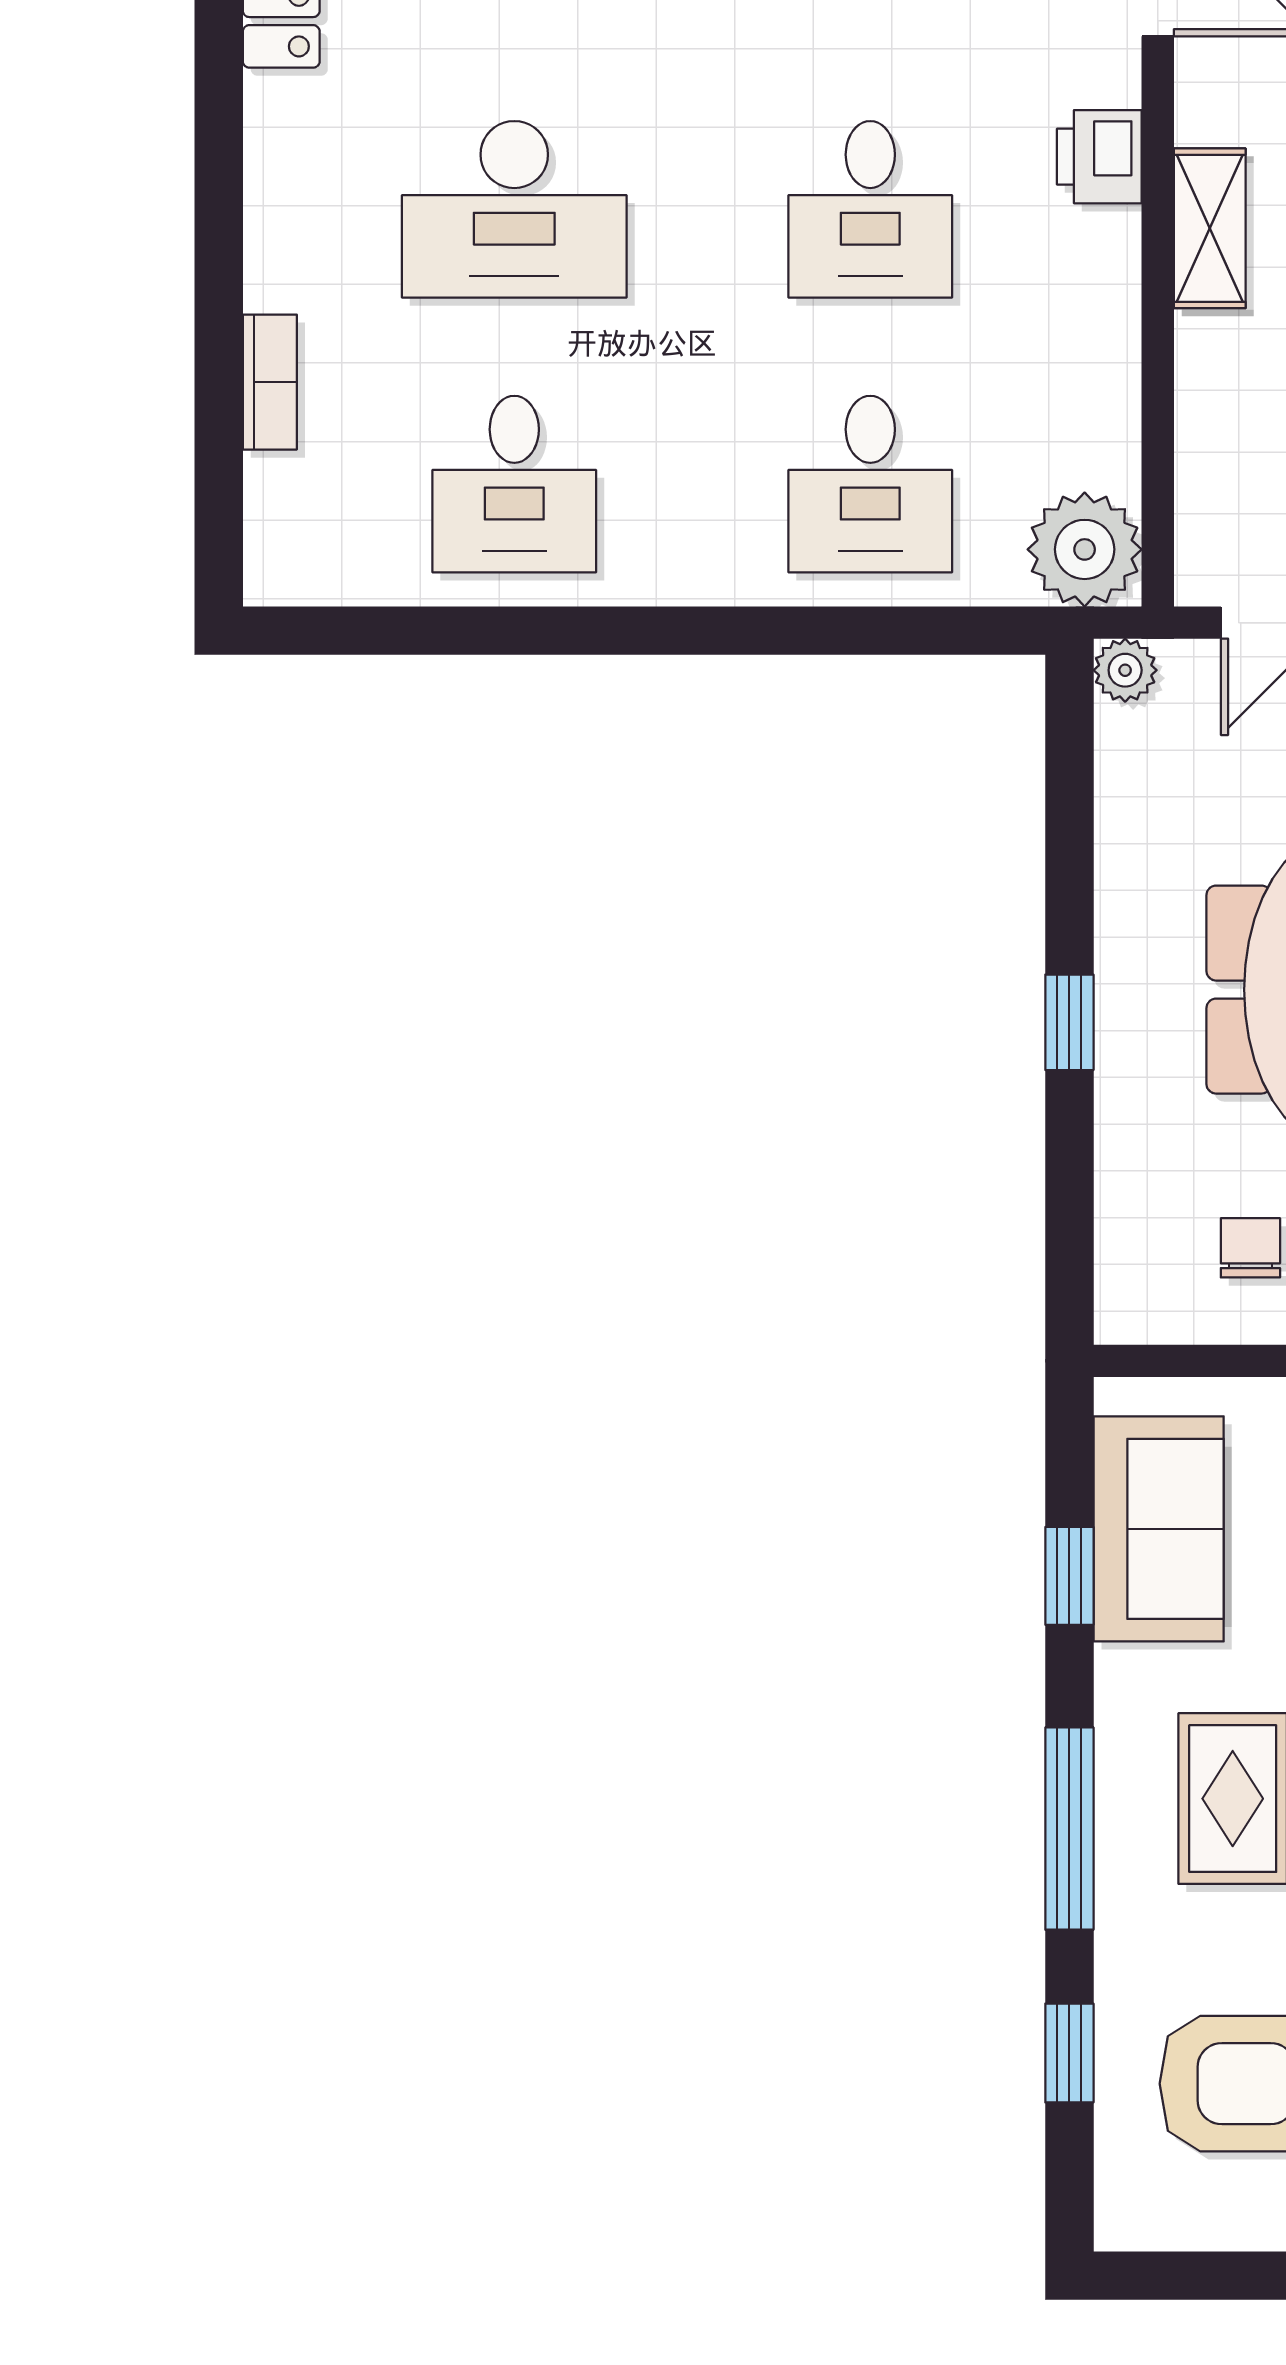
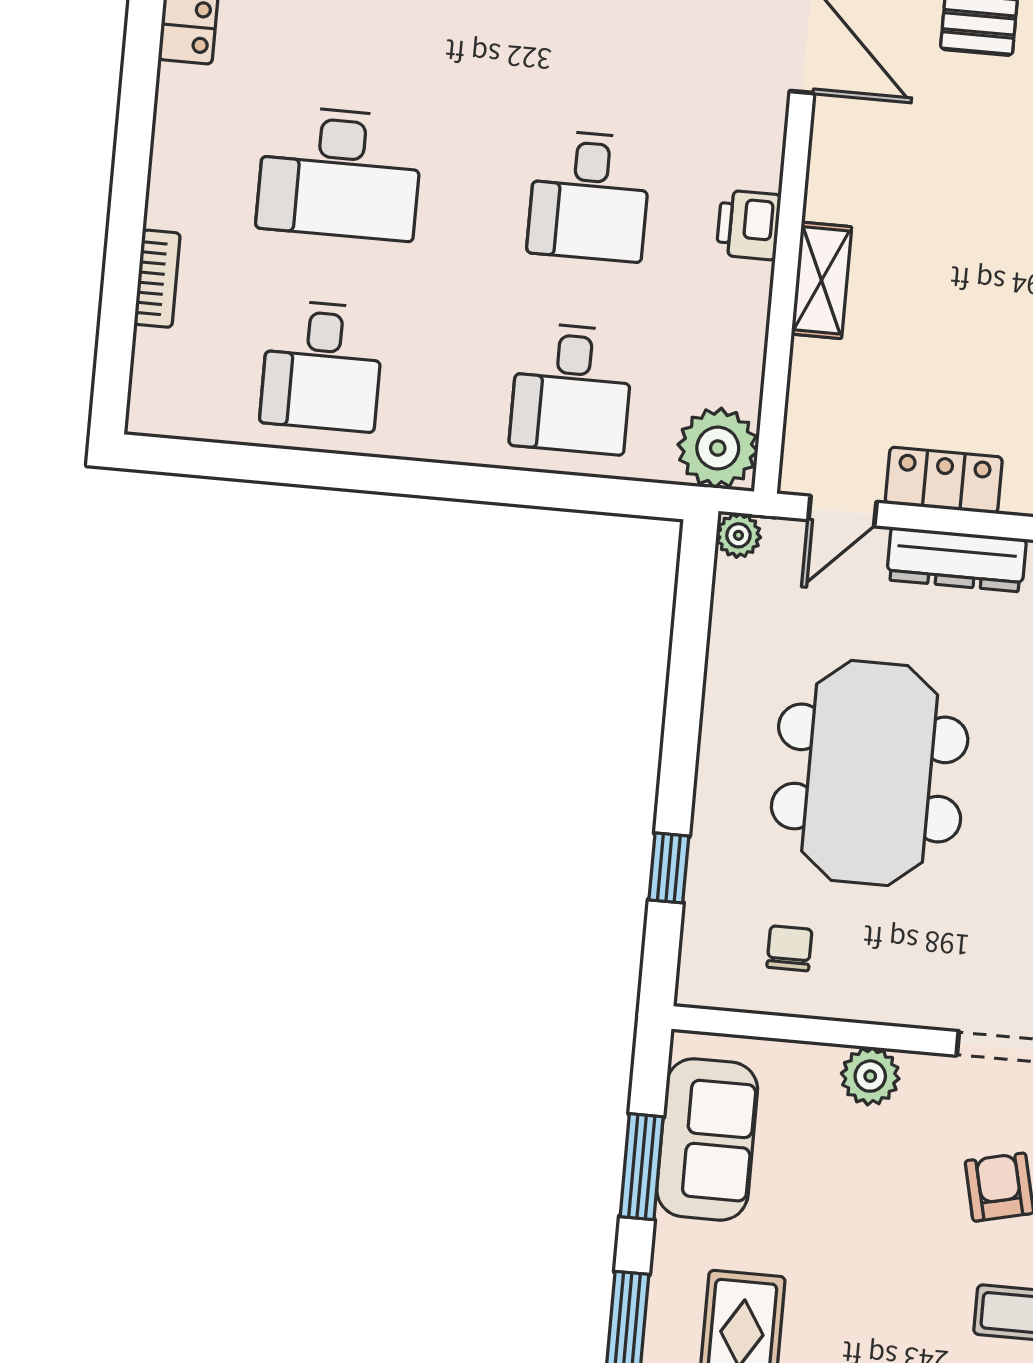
printer: (1099, 157) -> (748, 225), moved
shelving: (1210, 228) -> (821, 280), moved
window: (1069, 1022) -> (669, 868), moved
window: (1069, 1576) -> (642, 1167), width x1.50

